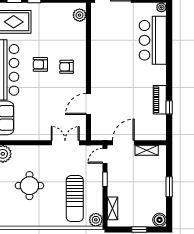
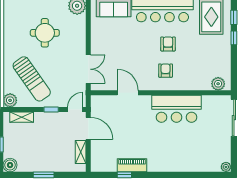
bar counter: (153, 40) -> (176, 109), moved, turned 180
door: (105, 156) -> (75, 110), hinge flipped
sun lounger: (75, 199) -> (32, 79), turned -125

